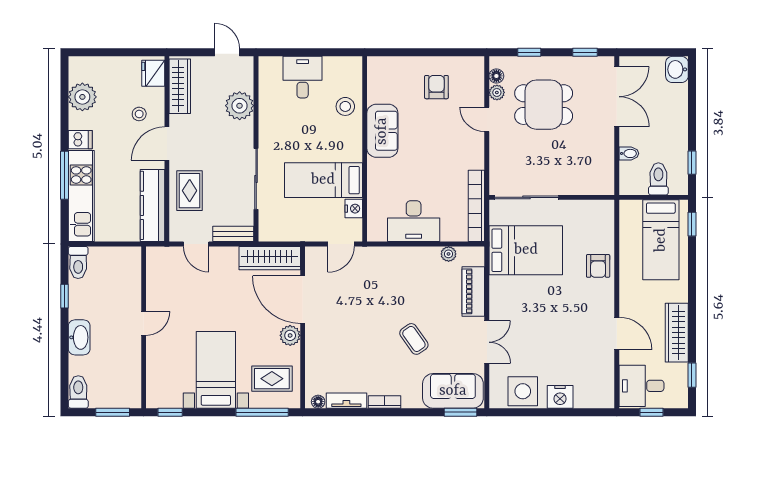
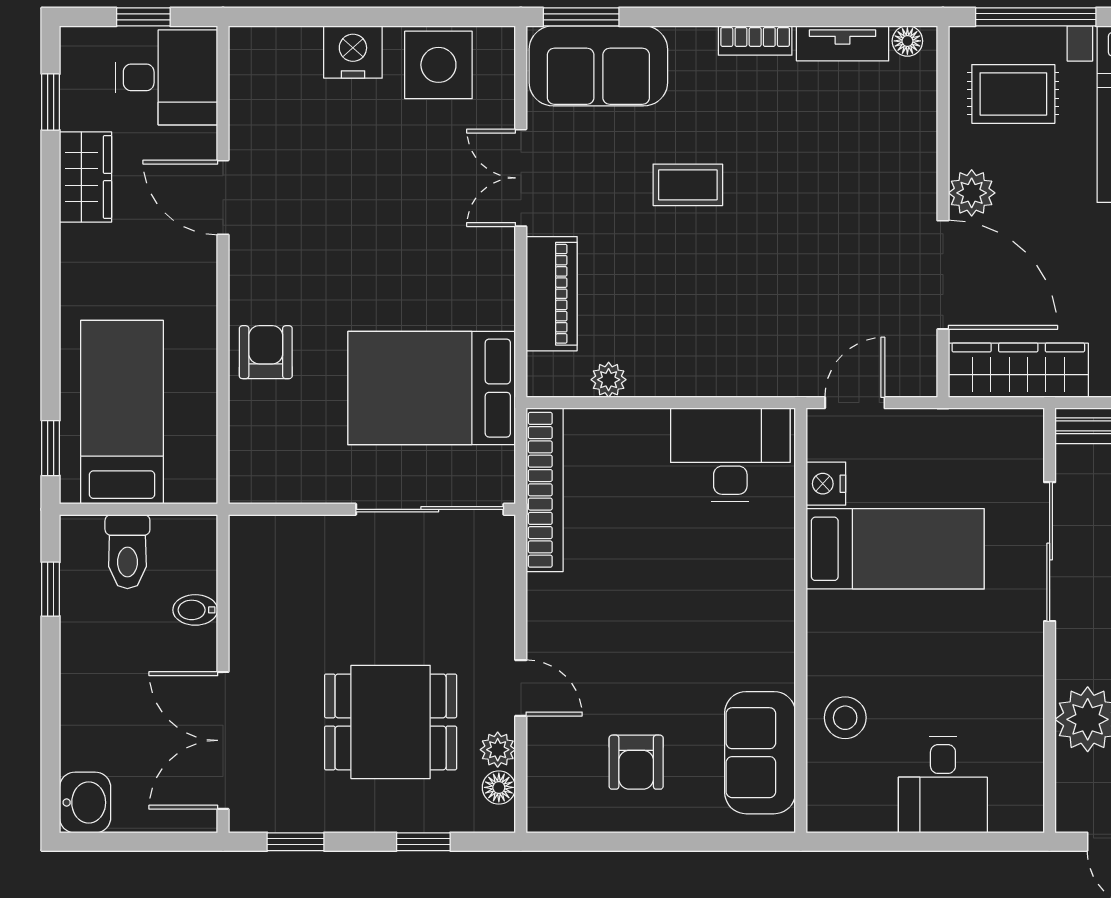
sofa: (382, 131) -> (760, 753), moved
desk: (414, 221) -> (730, 455), moved
wardrobe: (677, 333) -> (86, 177), width x0.67
coffee table: (414, 339) -> (688, 185), turned -55

